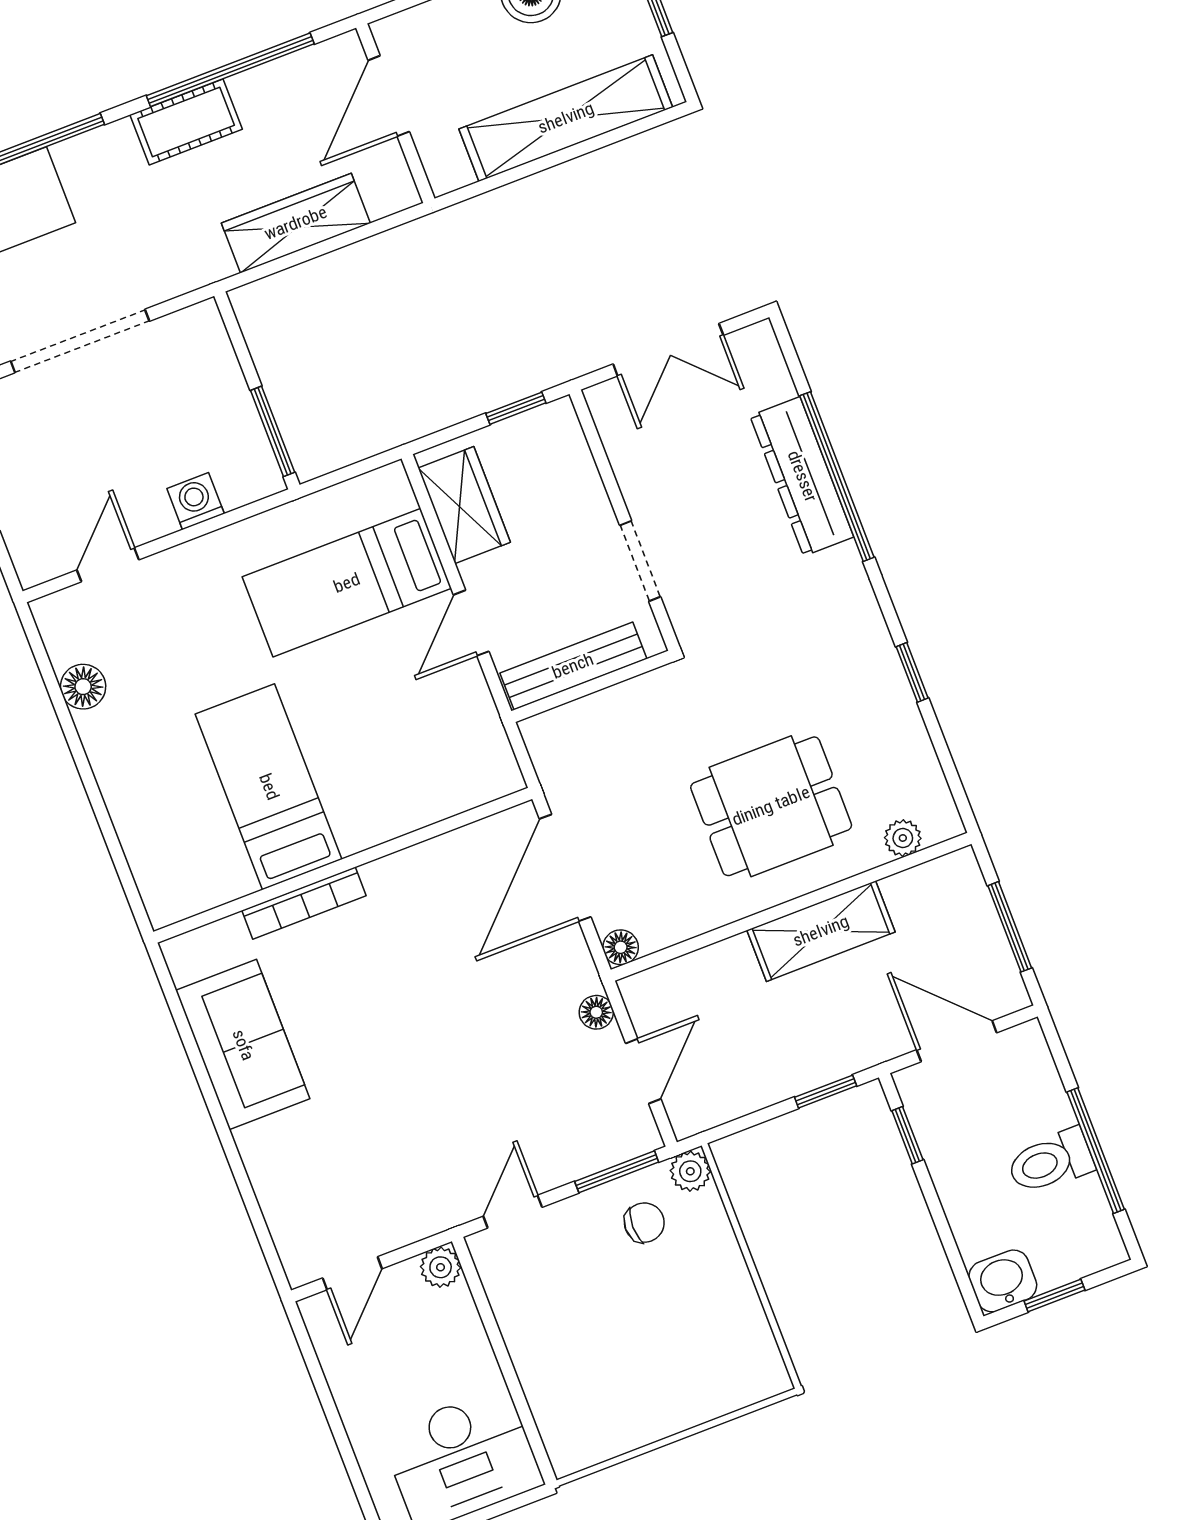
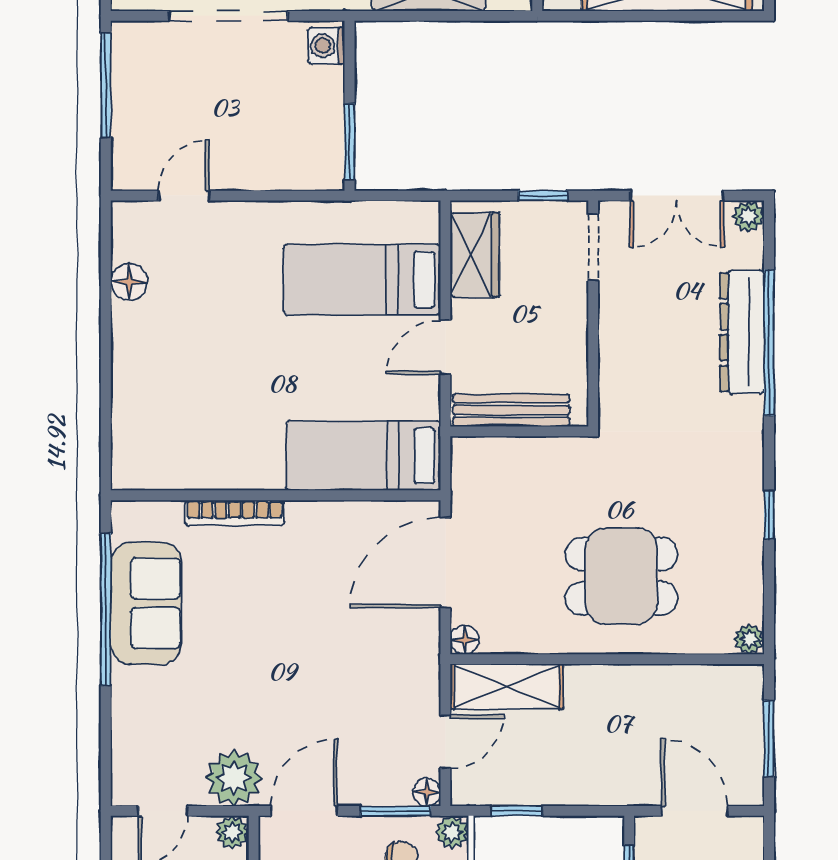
plant: (758, 342) -> (748, 216), added
washing machine: (196, 501) -> (326, 46), moved, turned -90
doorway: (640, 561) -> (593, 247), moved
bed: (269, 787) -> (363, 456), moved, turned -90
plant: (903, 838) -> (749, 639), moved
shelving: (821, 931) -> (507, 686), moved
floor lamp: (596, 1012) -> (427, 792), moved
window: (200, 1069) -> (106, 609), added
window: (826, 1092) -> (517, 811), moved
plant: (419, 1205) -> (234, 778), added
door: (513, 1212) -> (304, 811), width x1.38

